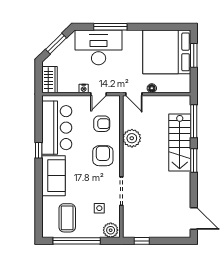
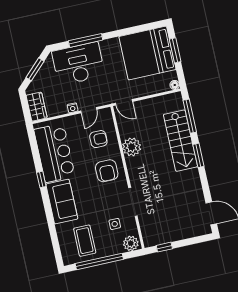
floor lamp: (152, 88) -> (175, 85), moved
armchair: (103, 156) -> (107, 171), turned 180

